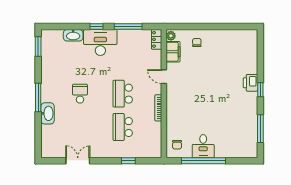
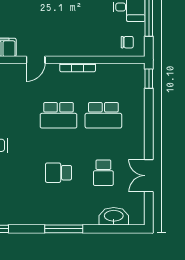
washbasin: (48, 113) -> (114, 216), moved
school desk: (80, 127) -> (103, 173), added
window: (128, 161) -> (149, 79), moved

